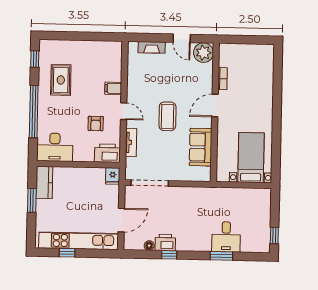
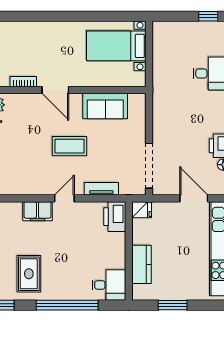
rug: (61, 80) -> (29, 274), turned 90
filing cabinet: (113, 88) -> (37, 211), width x2.00
armchair: (96, 123) -> (80, 231), removed
desk: (55, 147) -> (109, 285), width x0.73
kitchen counter: (44, 182) -> (141, 264), moved, turned 90

